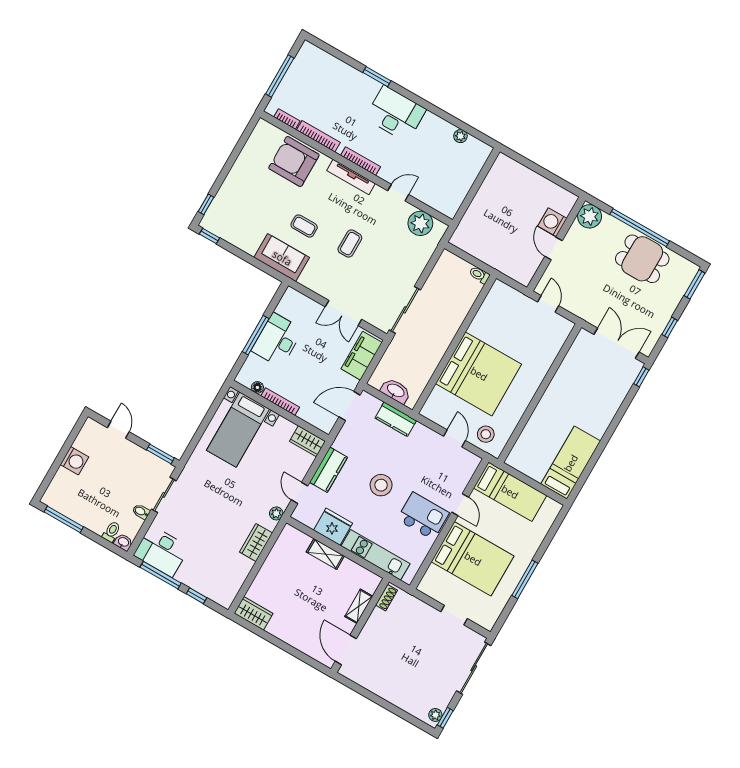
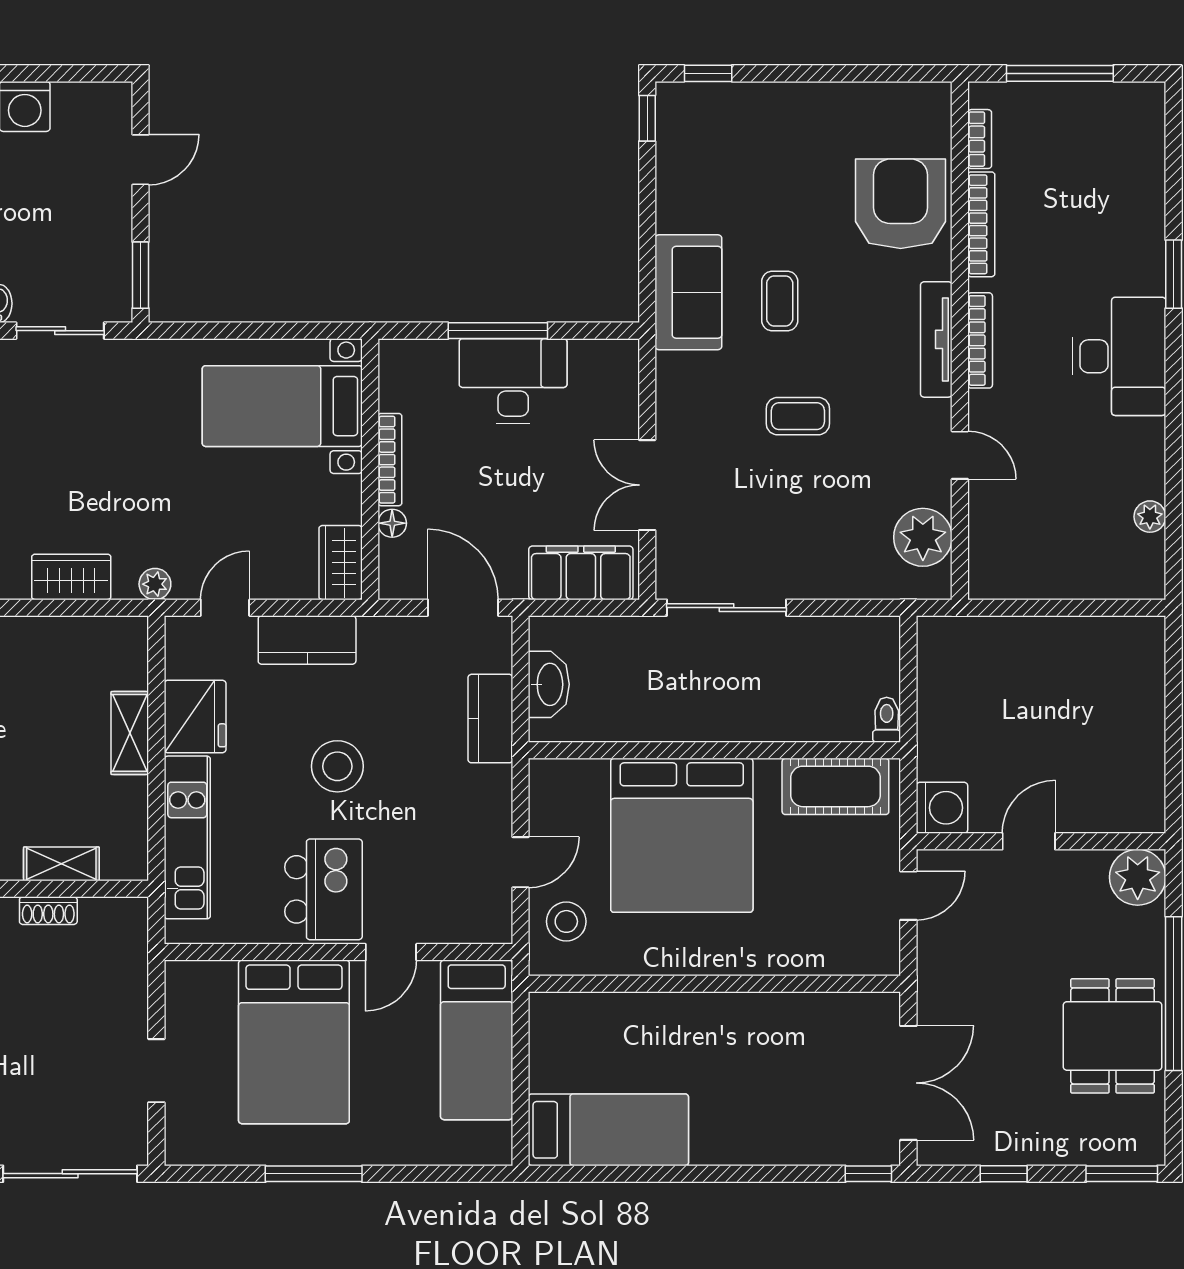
washing machine: (552, 222) -> (942, 808), moved, turned 90
cot: (493, 308) -> (835, 786), added
floor lamp: (257, 387) -> (392, 523), moved
shoe rack: (387, 598) -> (48, 911), moved

